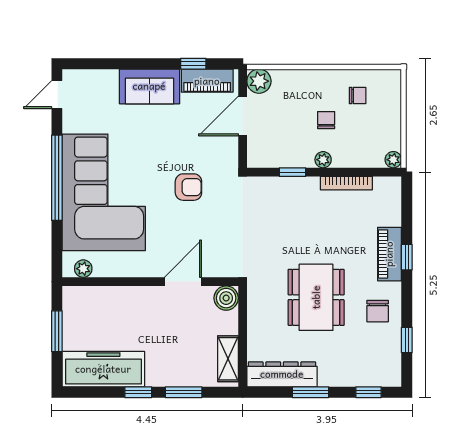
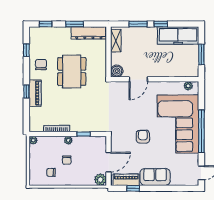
armchair: (188, 187) -> (143, 137), moved, turned 90

